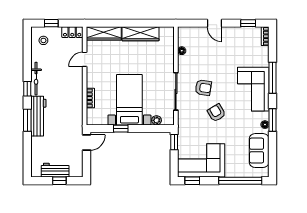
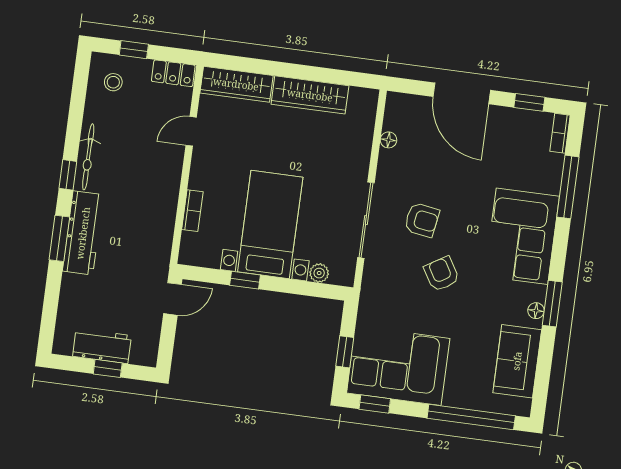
door: (215, 23) -> (462, 93), width x1.88
window: (273, 78) -> (568, 187), moved
window: (174, 142) -> (345, 352), moved

